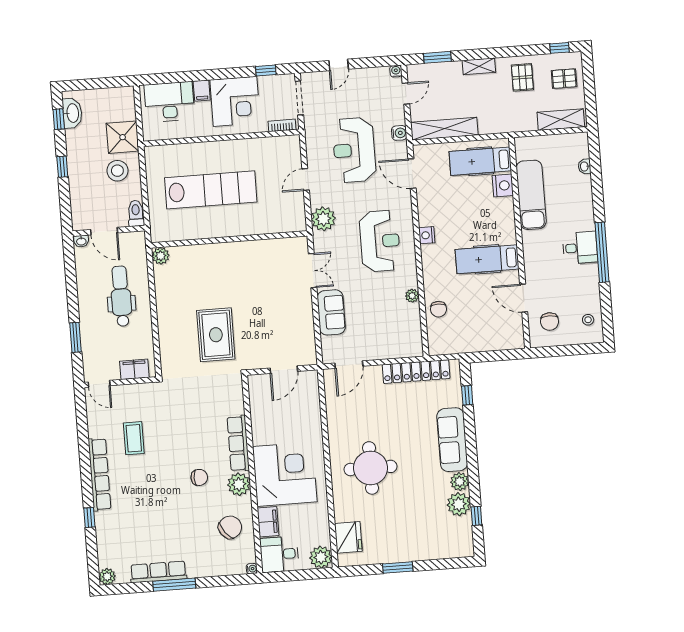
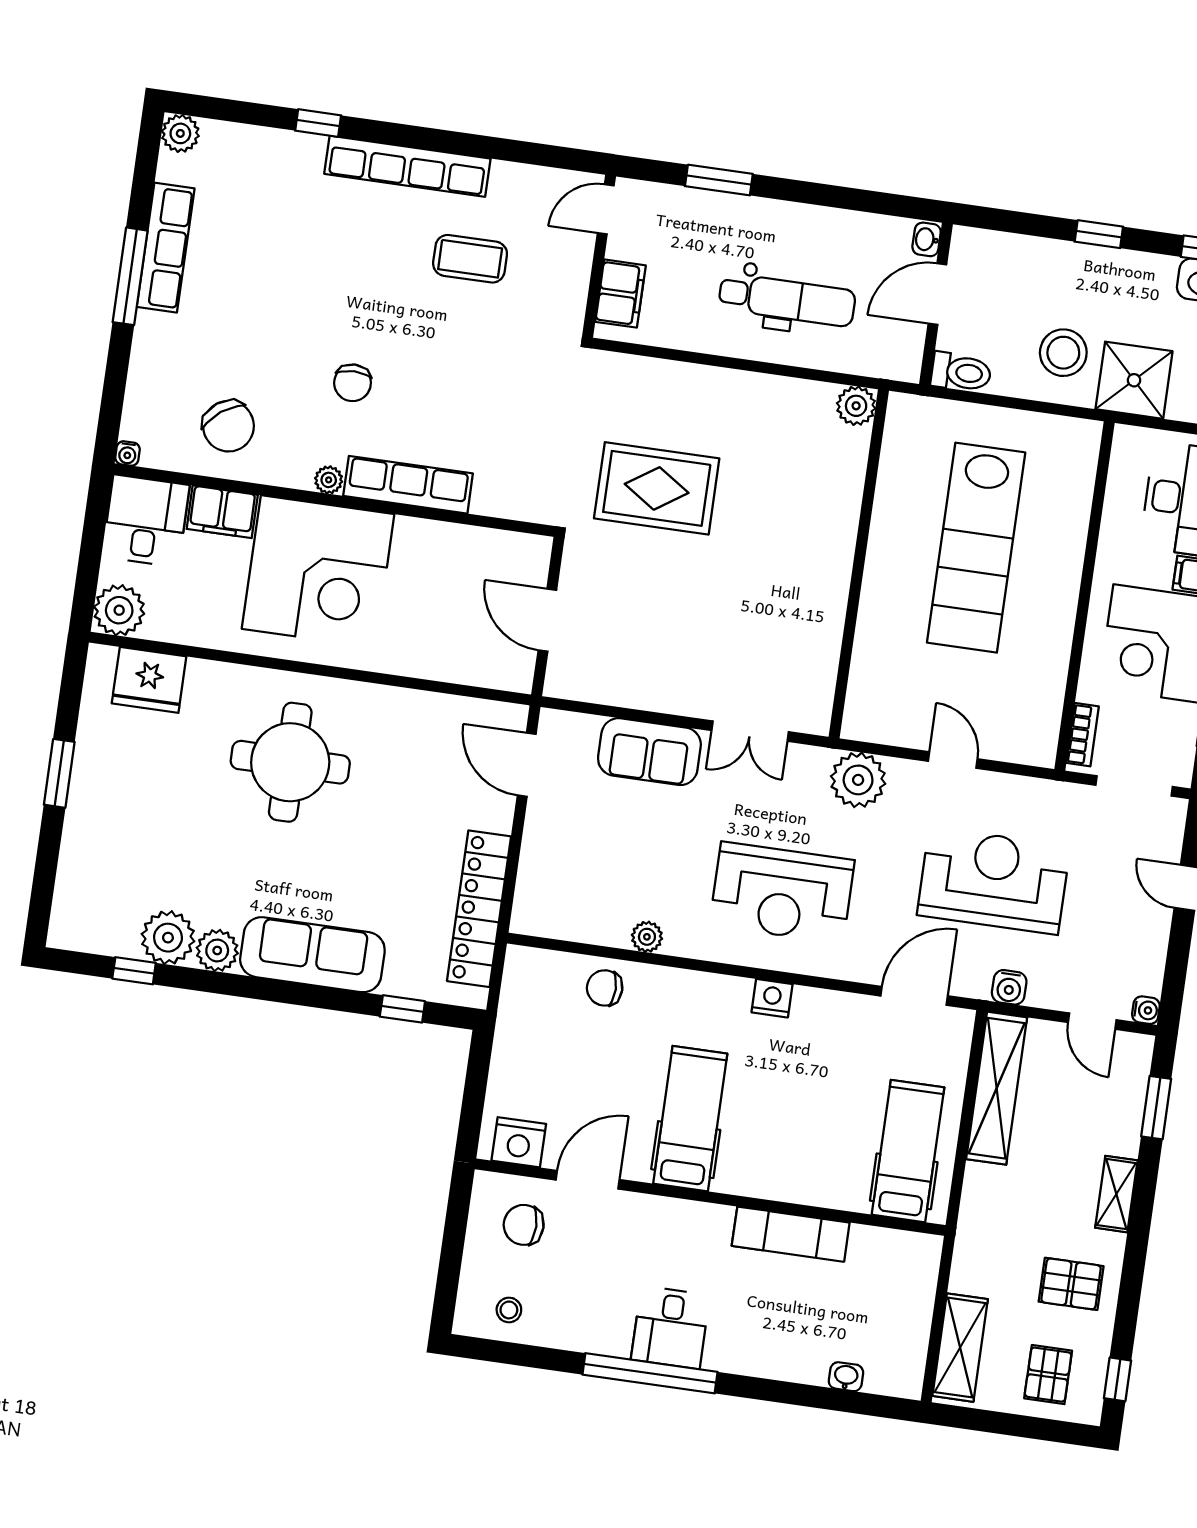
nightstand: (503, 186) -> (519, 1142), moved
exam couch: (531, 195) -> (791, 1234), width x0.73, depth x0.69
plant: (239, 484) -> (329, 480), width x0.53, depth x0.53

